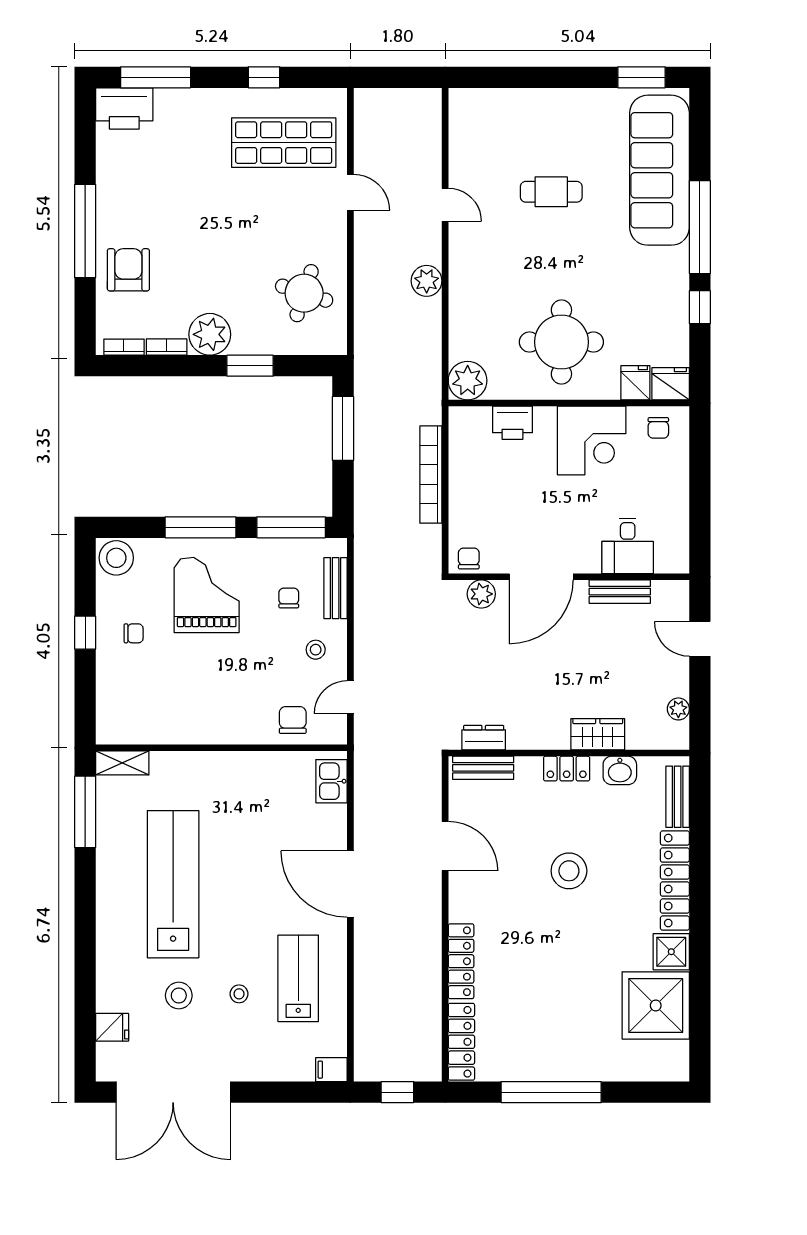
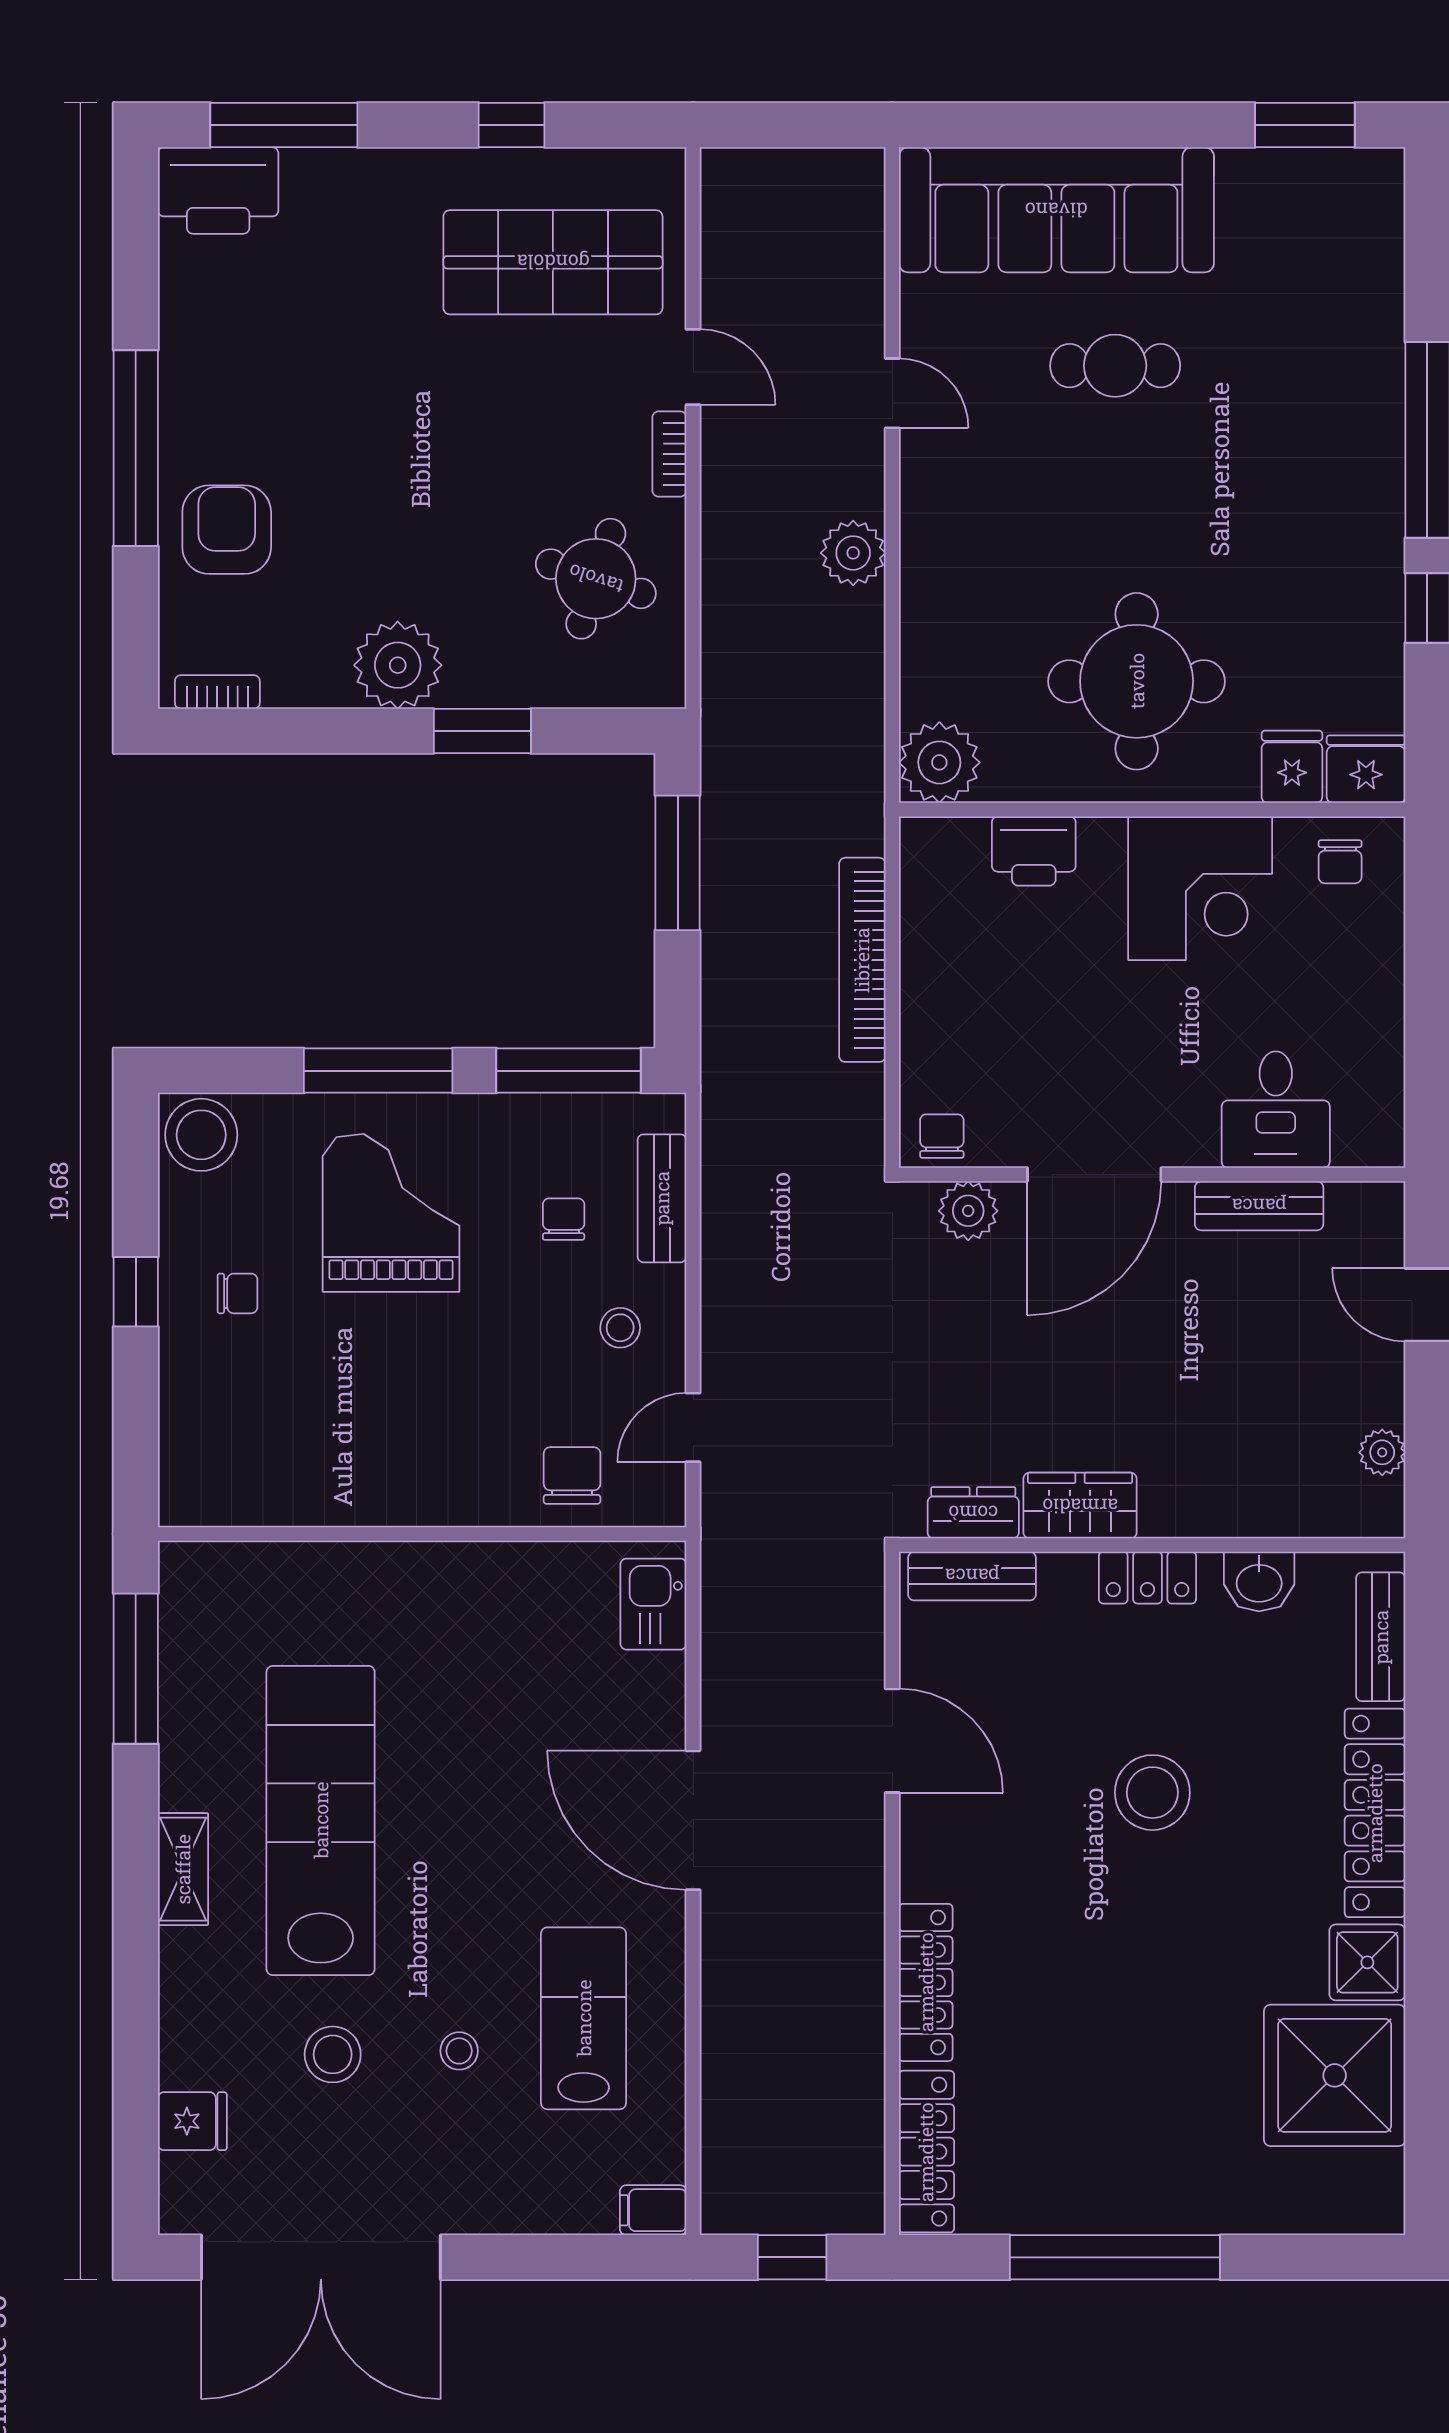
sofa: (660, 170) -> (1056, 210), moved, turned -90
bookcase: (167, 347) -> (669, 454), moved, turned -90
wardrobe: (598, 734) -> (1080, 1506), moved
shelving: (122, 763) -> (183, 1869), moved, turned 90

